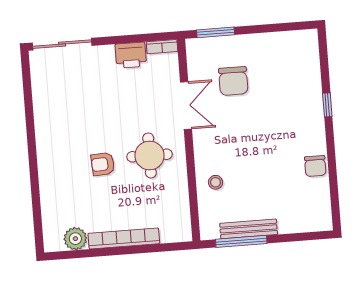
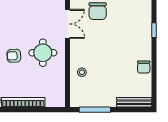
bench: (249, 229) -> (134, 102), moved

